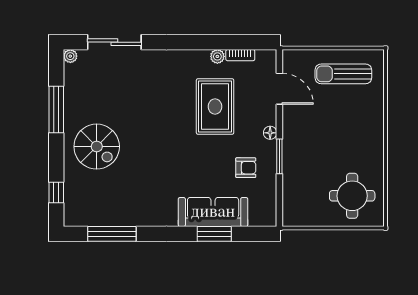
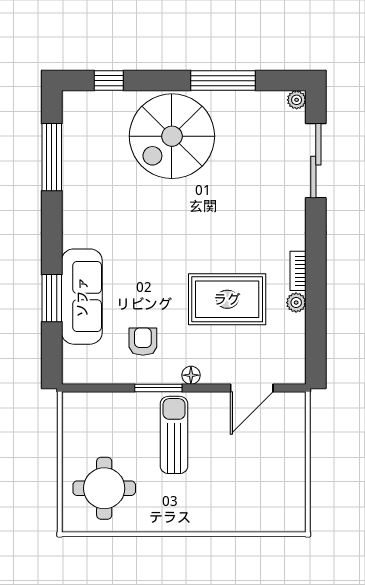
bookcase: (240, 55) -> (298, 271), moved
sun lounger: (343, 74) -> (174, 435), moved
spiral stairs: (97, 147) -> (172, 136), width x1.37, depth x1.37
armchair: (246, 168) -> (143, 342), turned 180

